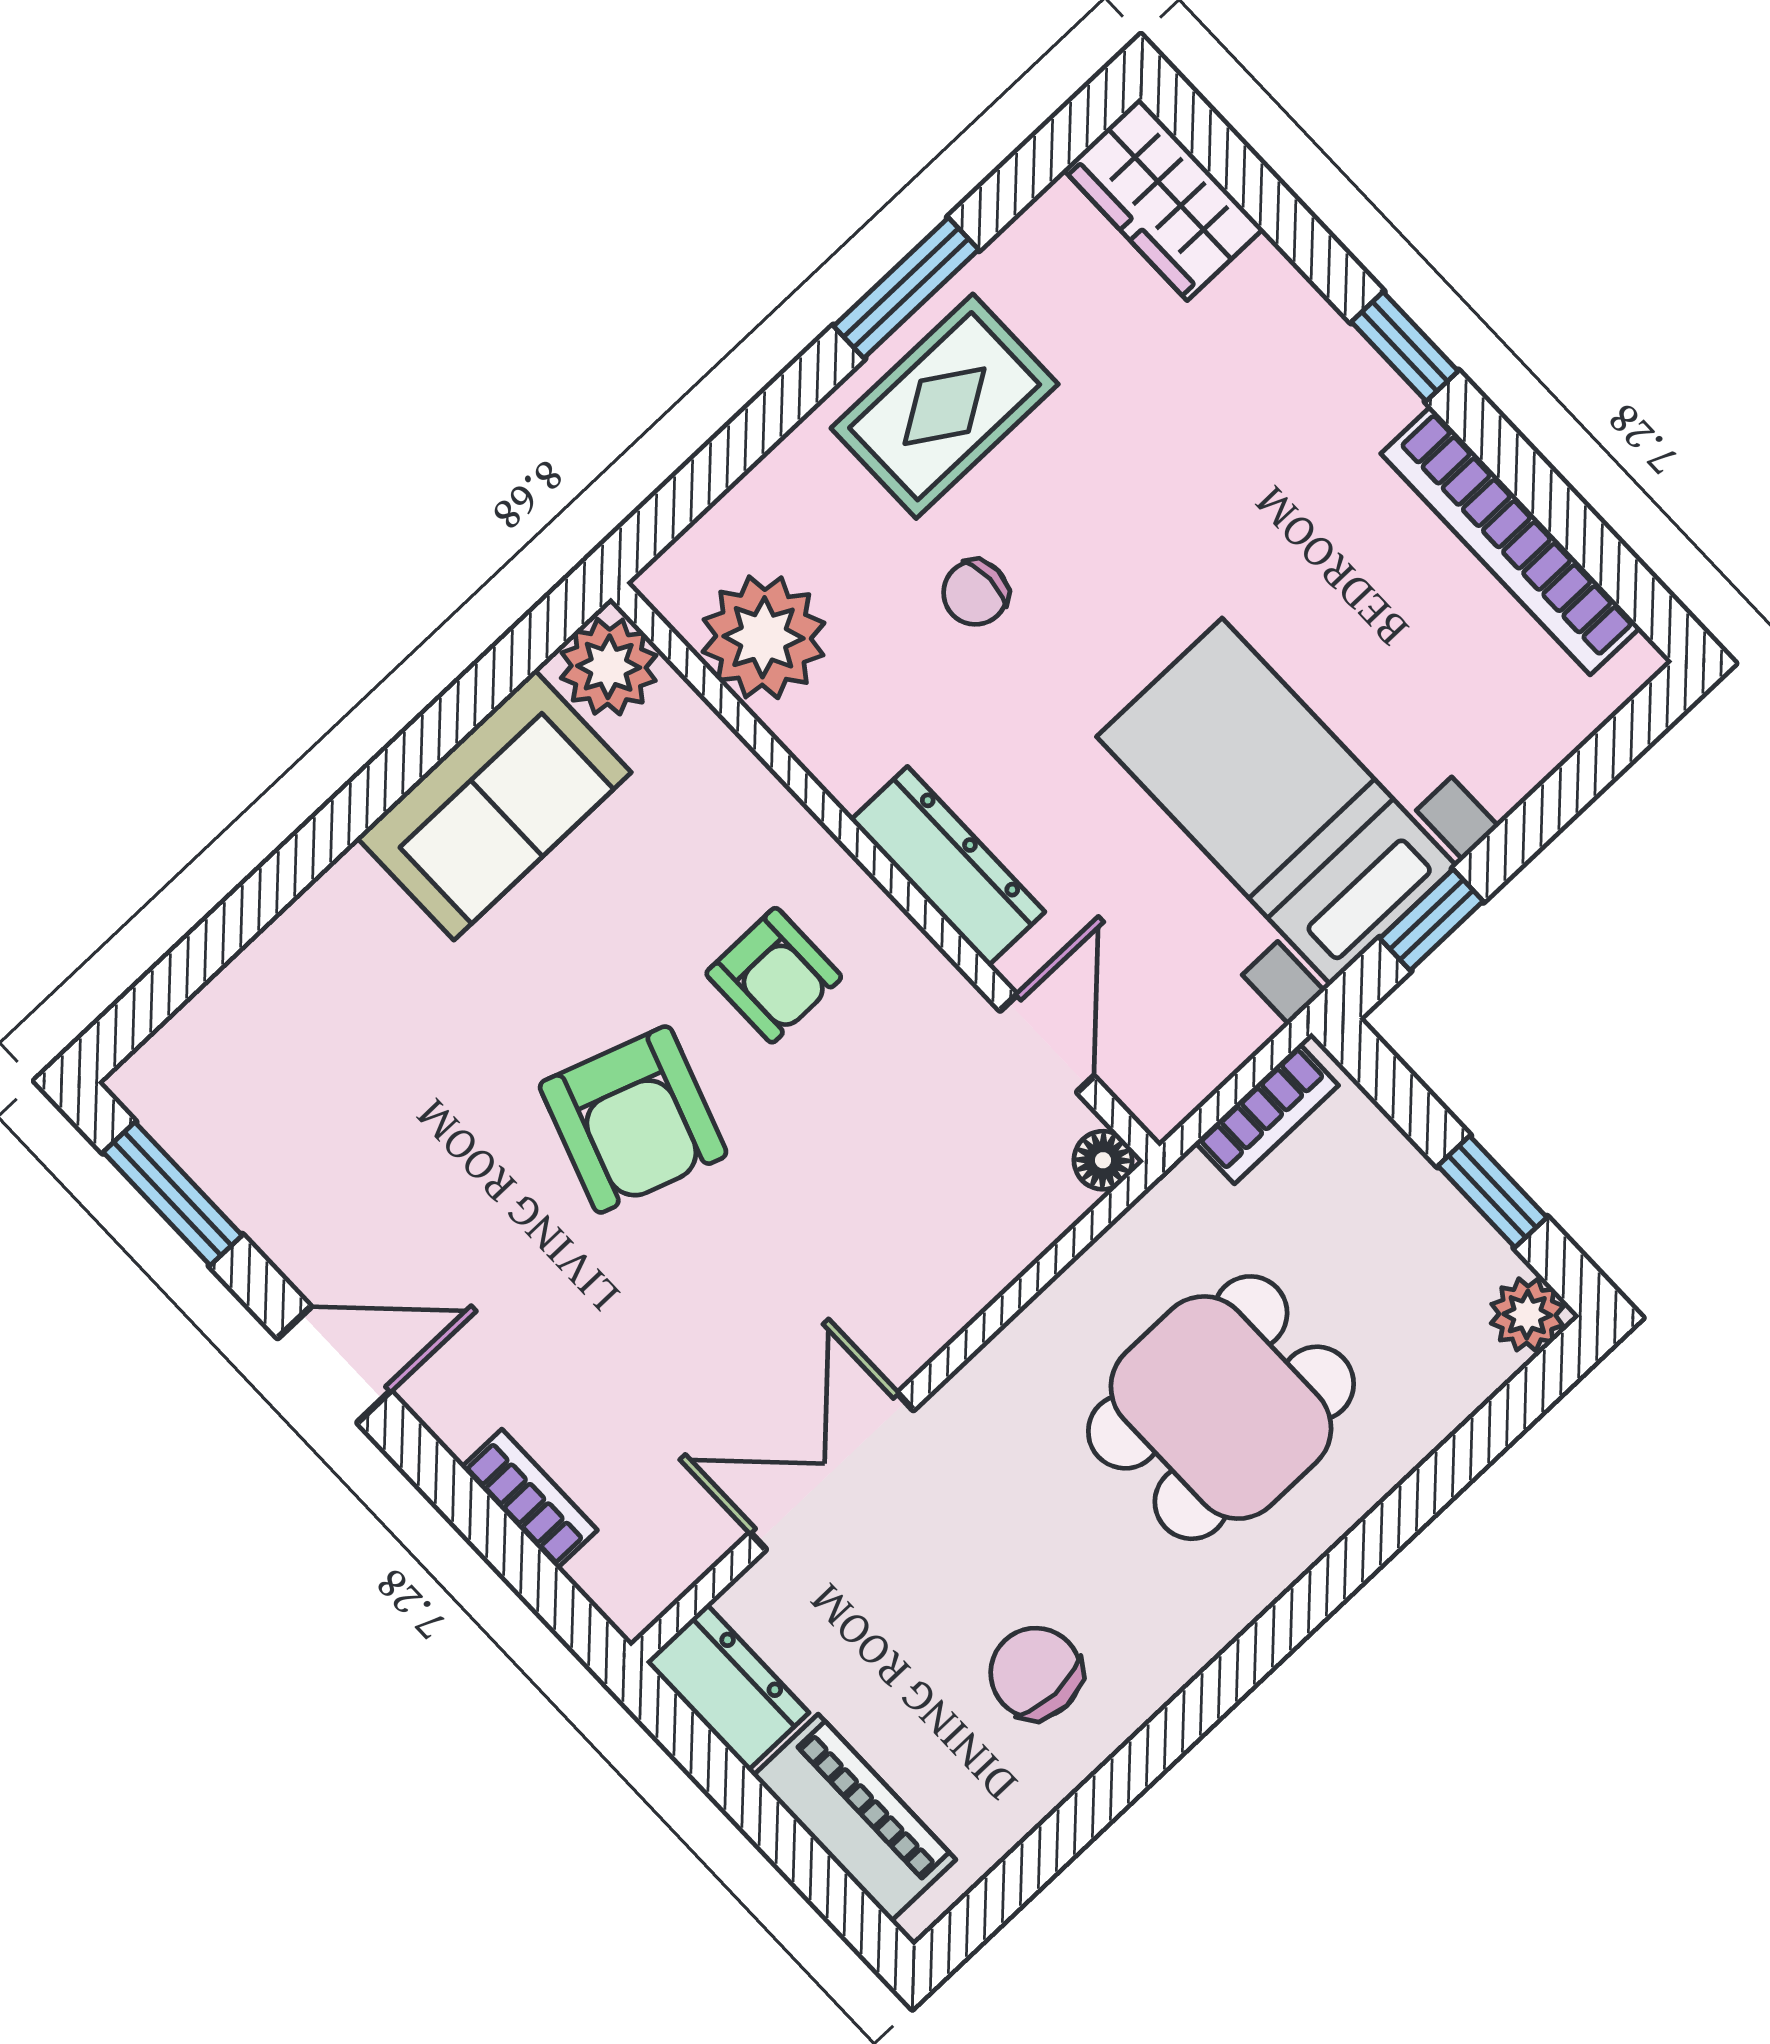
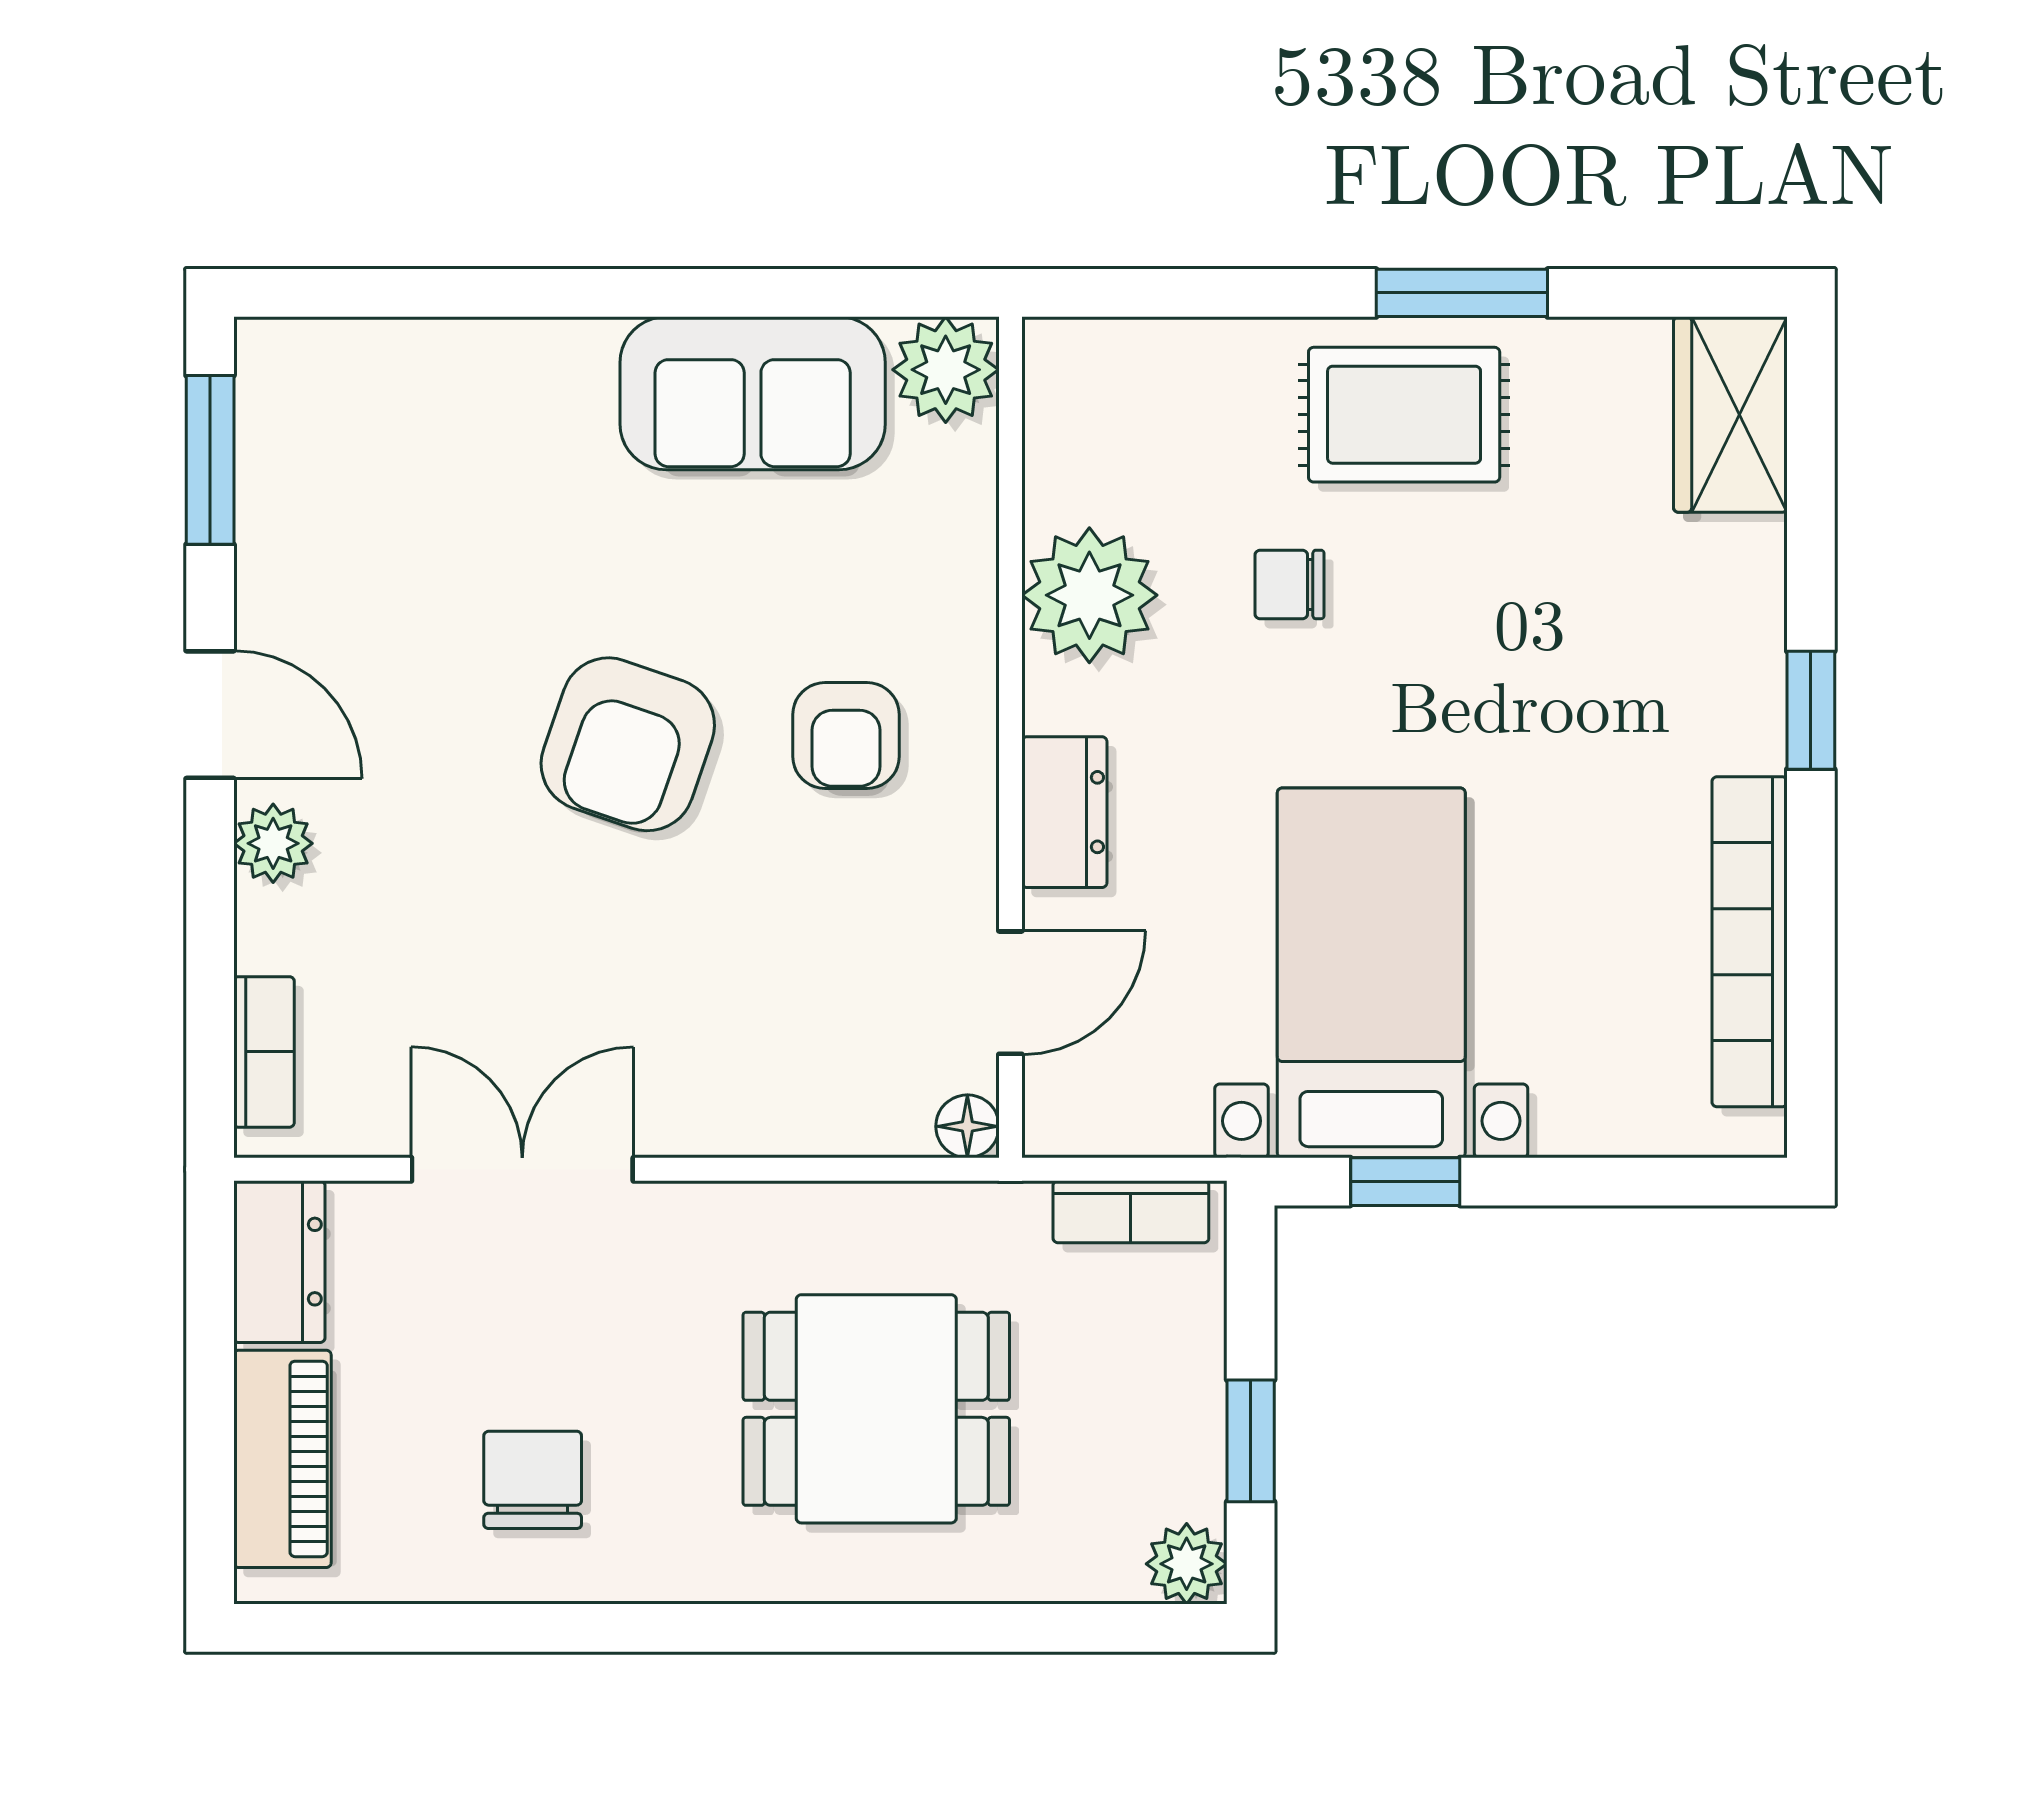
plant: (763, 637) -> (1089, 595), moved
dresser: (948, 866) -> (1064, 812), width x0.70
plant: (458, 1411) -> (273, 843), added
bookcase: (529, 1499) -> (264, 1052), moved

